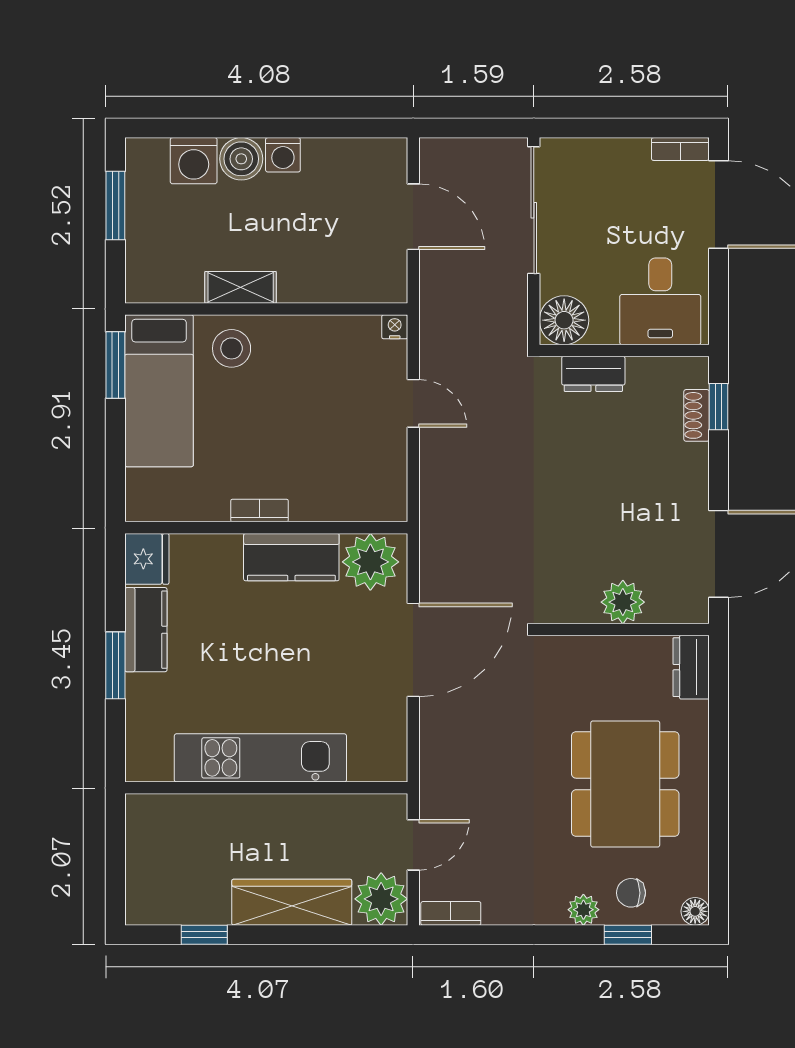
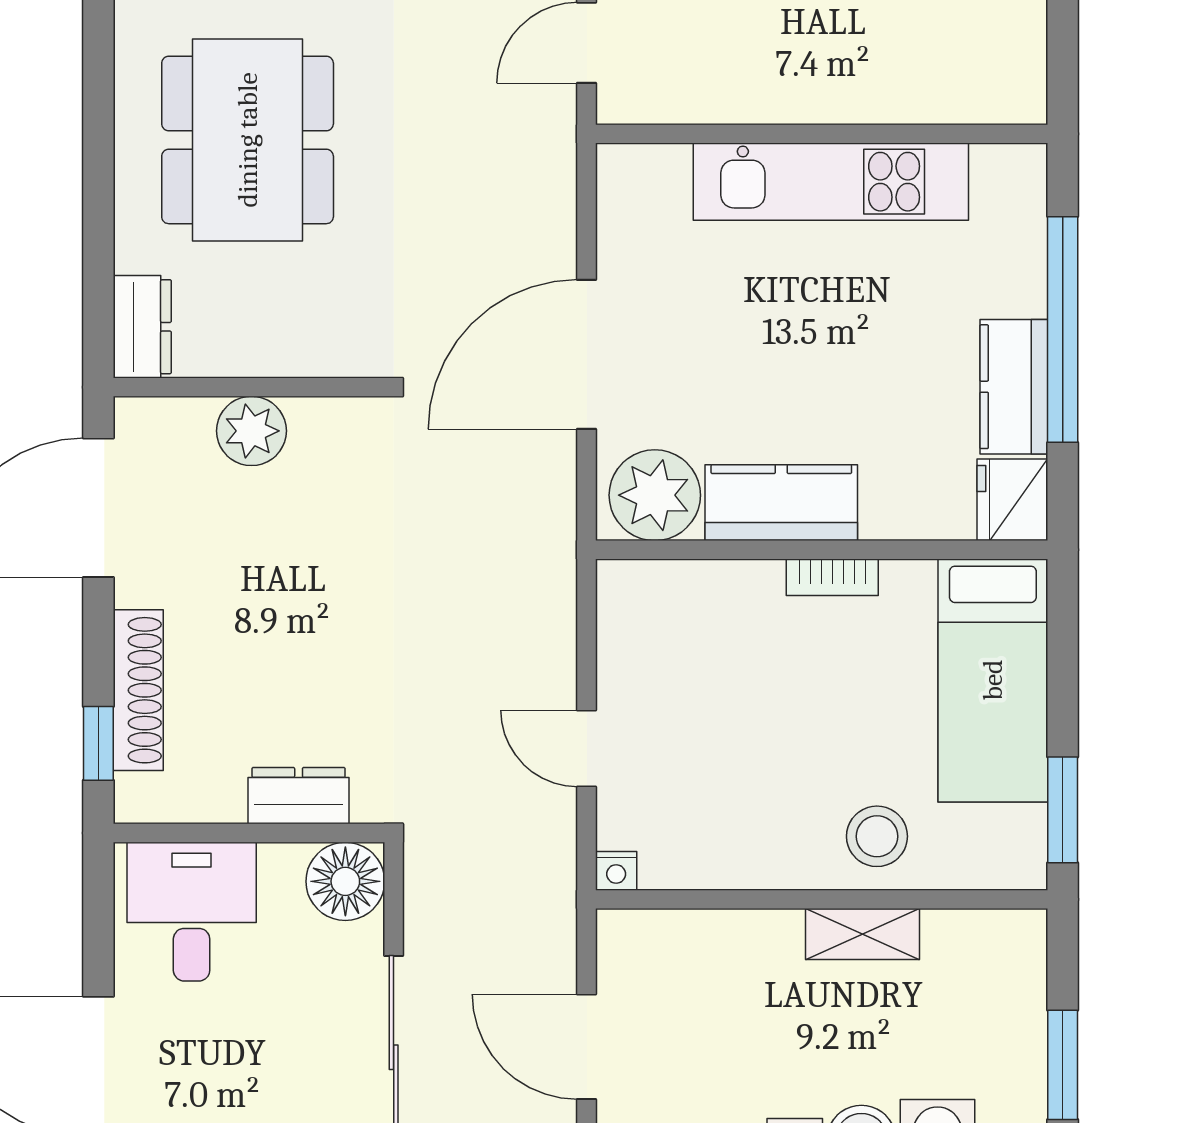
bed: (159, 391) -> (993, 680), moved, turned 180
shoe rack: (697, 415) -> (138, 690), width x1.94, depth x1.24
window: (115, 665) -> (1063, 330), width x2.11

